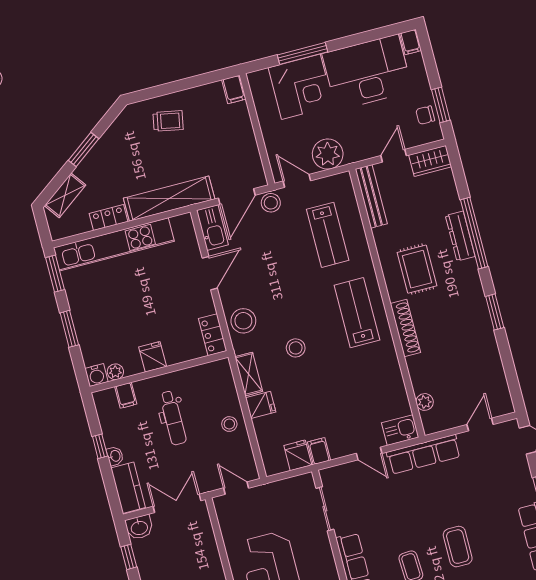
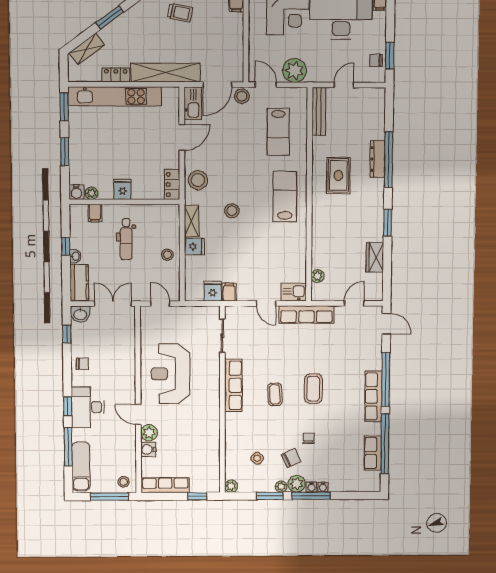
wardrobe: (430, 161) -> (375, 257), moved, turned 90
shoe rack: (405, 328) -> (318, 217), removed

